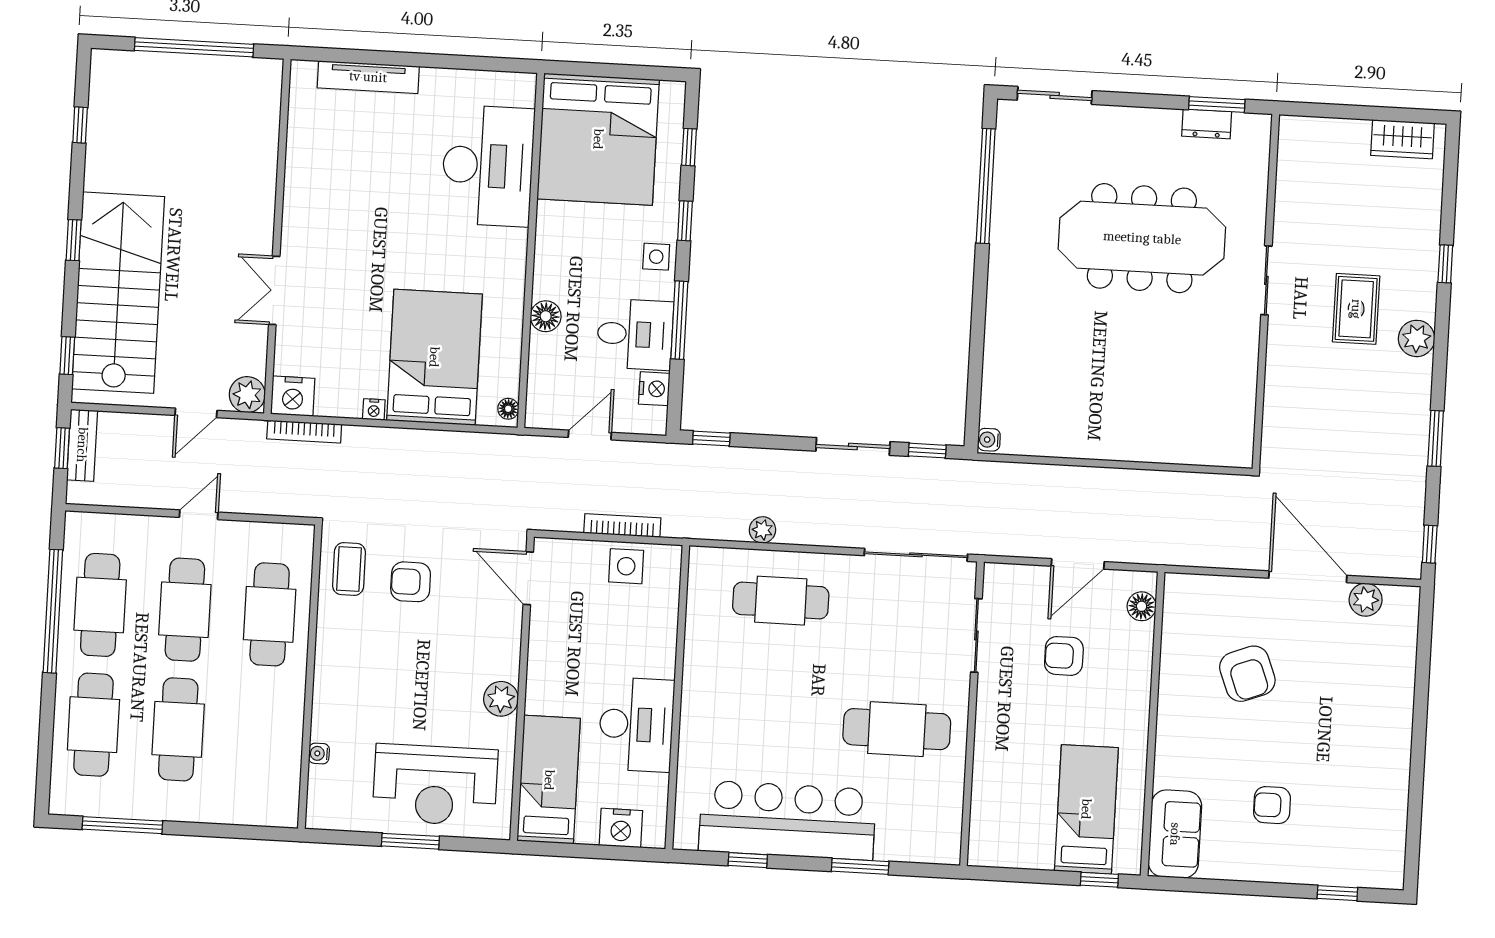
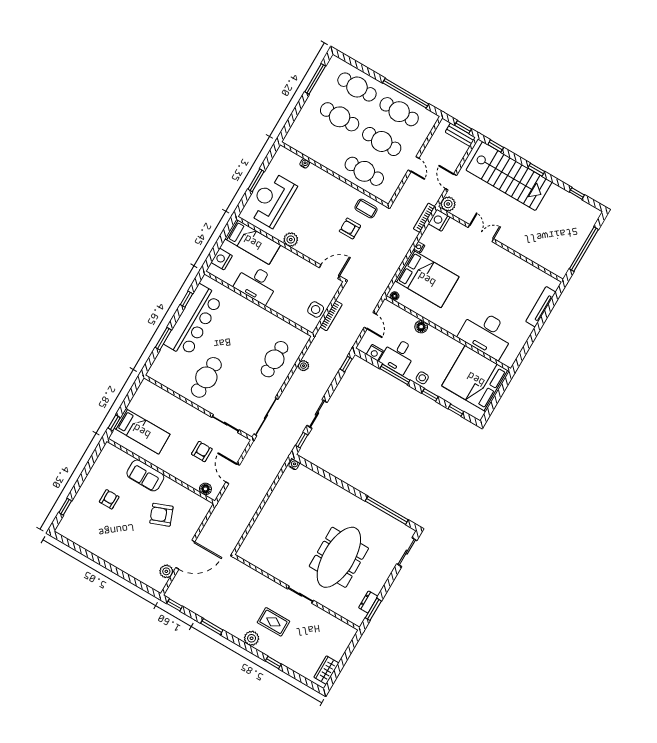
armchair: (411, 582) -> (350, 228), turned -90
sofa: (1175, 834) -> (145, 475), moved

